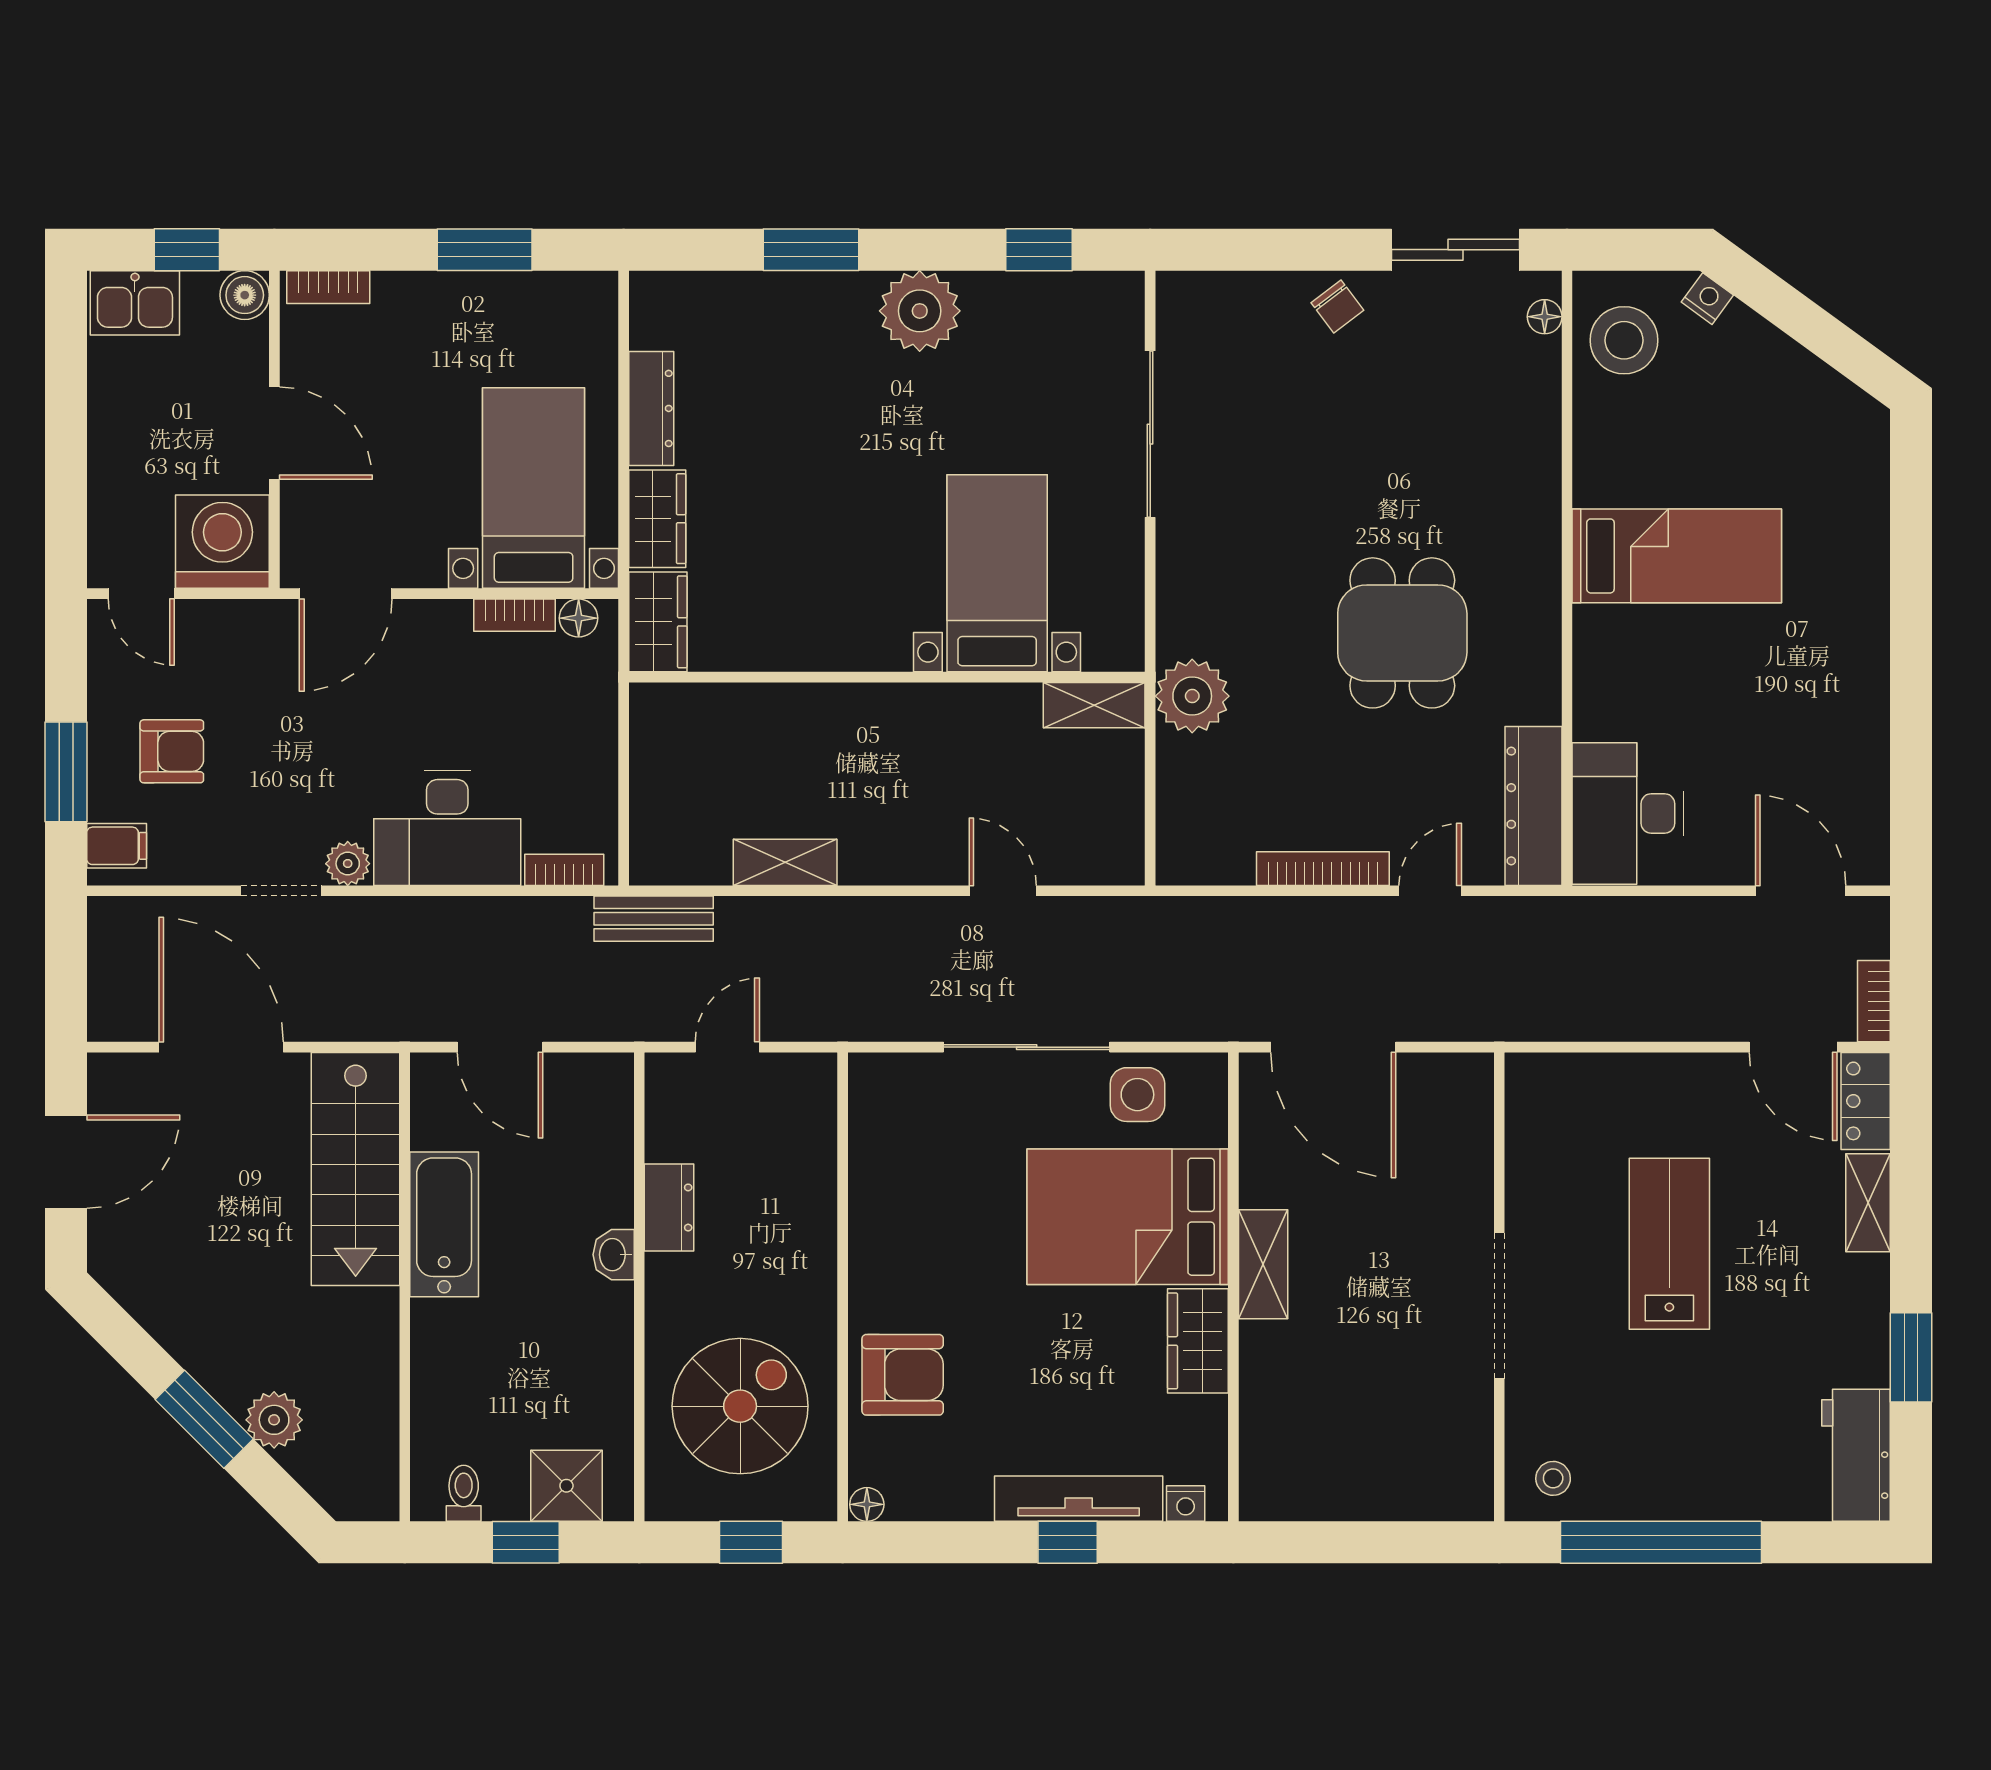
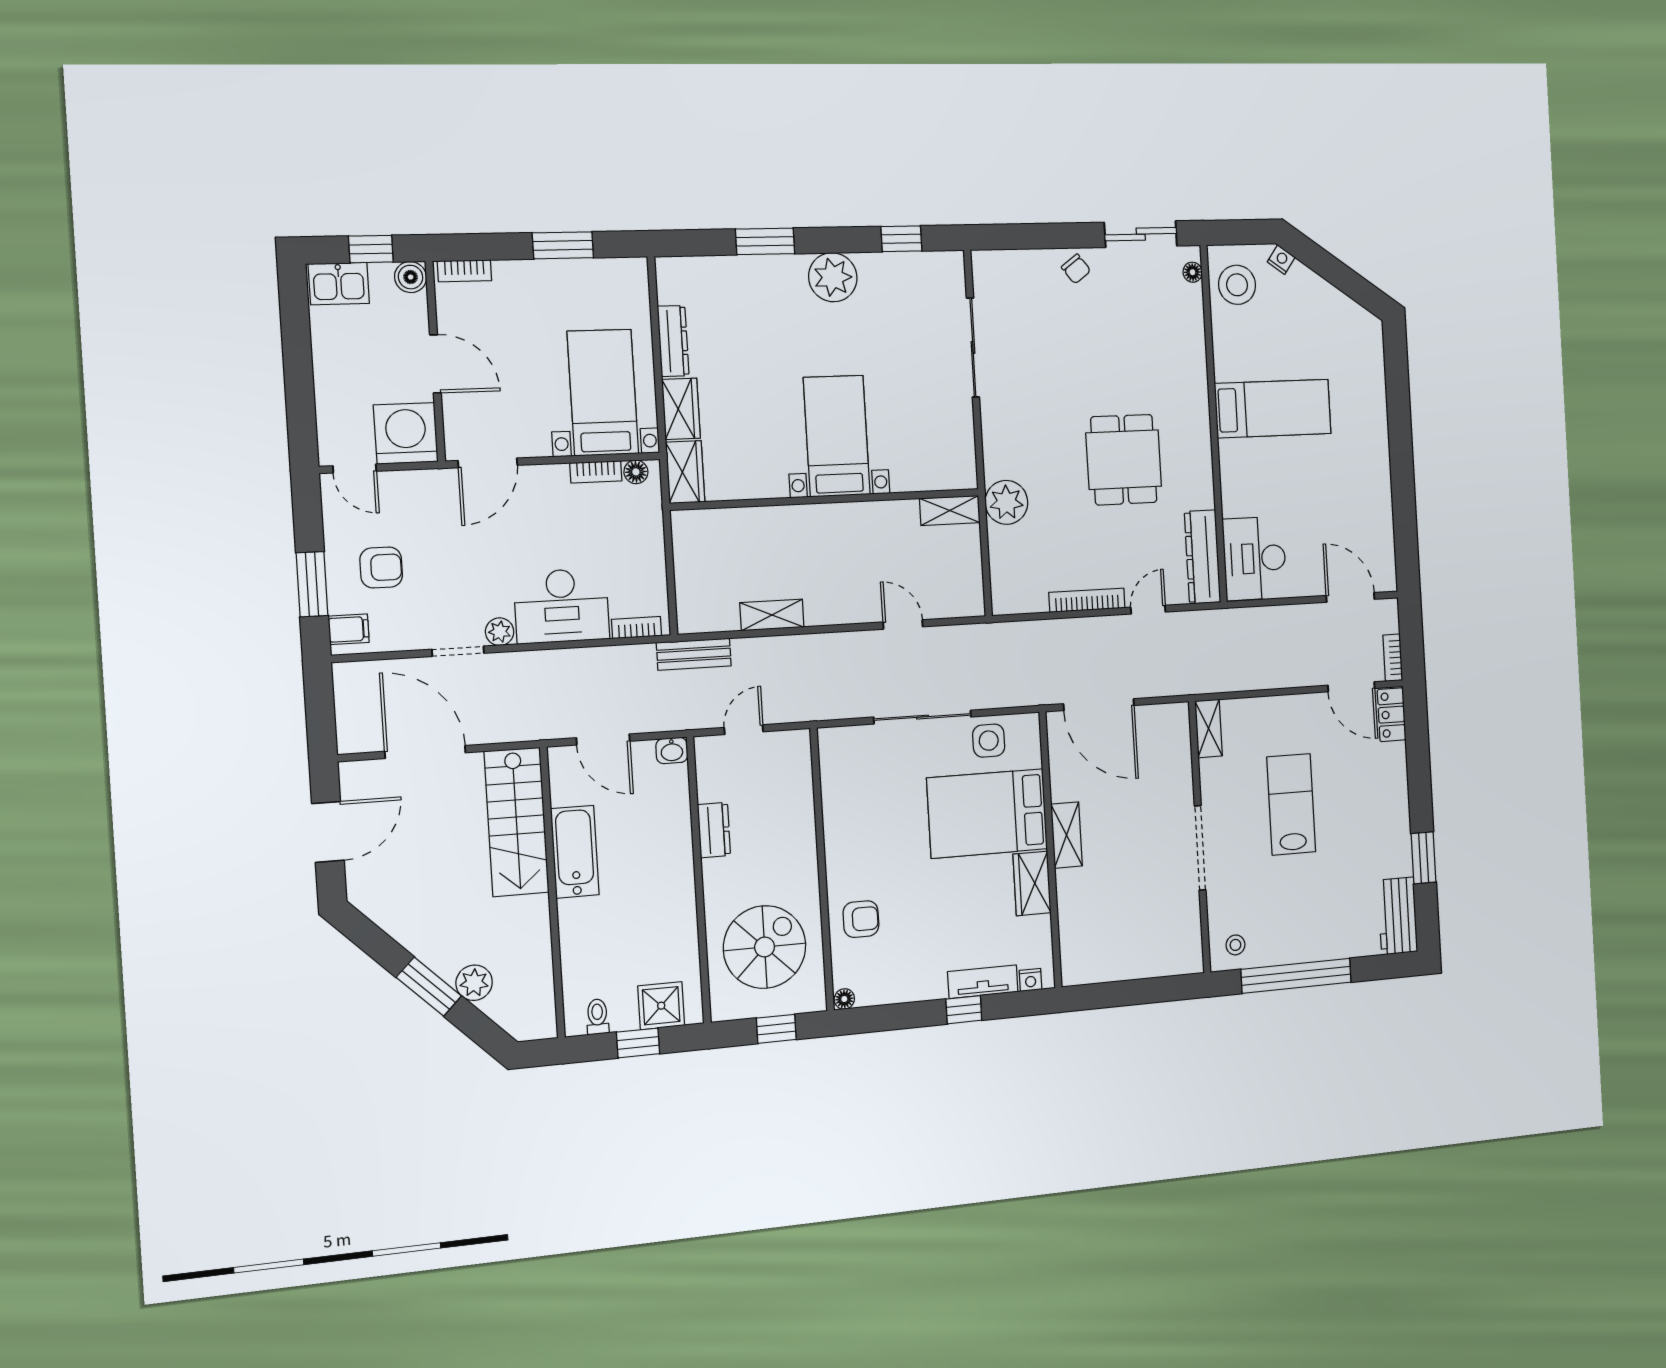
bed with nightstands: (997, 573) -> (837, 436), moved
shelving: (1868, 1203) -> (1209, 728), moved
washbasin: (614, 1255) -> (672, 751), moved, turned -90
armchair: (903, 1375) -> (861, 919), width x0.72, depth x0.72
tv unit: (1079, 1499) -> (983, 982), width x0.71

